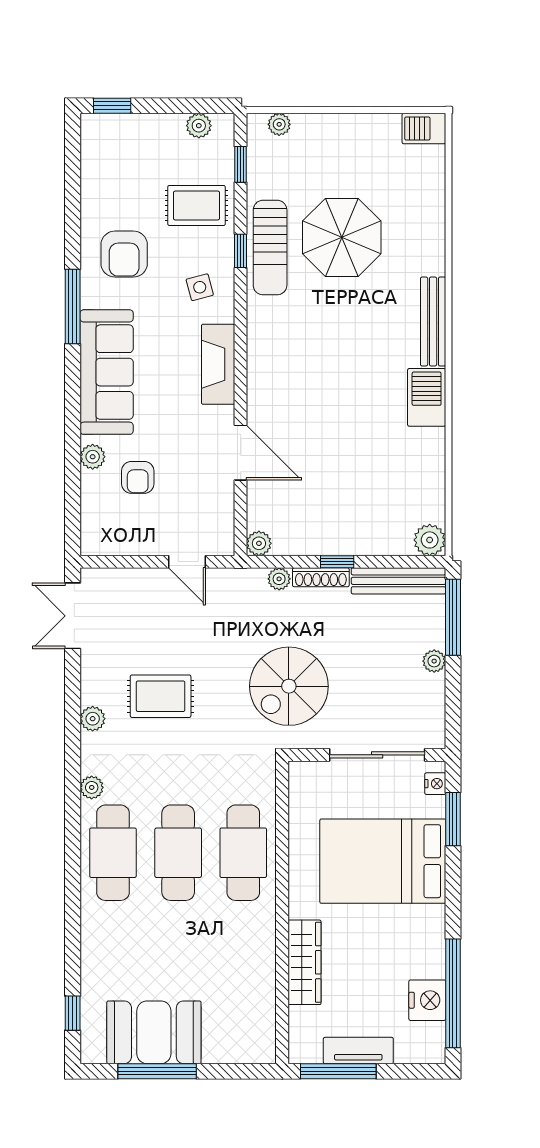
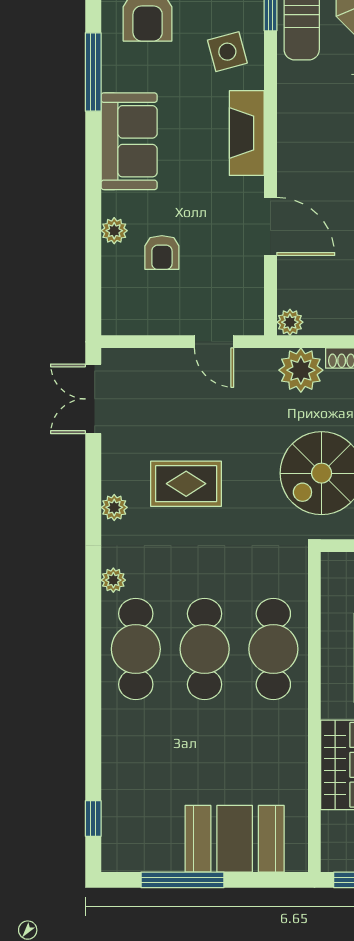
side table: (200, 287) -> (227, 52), width x1.37, depth x1.37
sofa: (107, 372) -> (129, 141), width x0.73
plant: (279, 579) -> (301, 370), width x1.87, depth x1.87
booth: (154, 1032) -> (235, 839), moved

